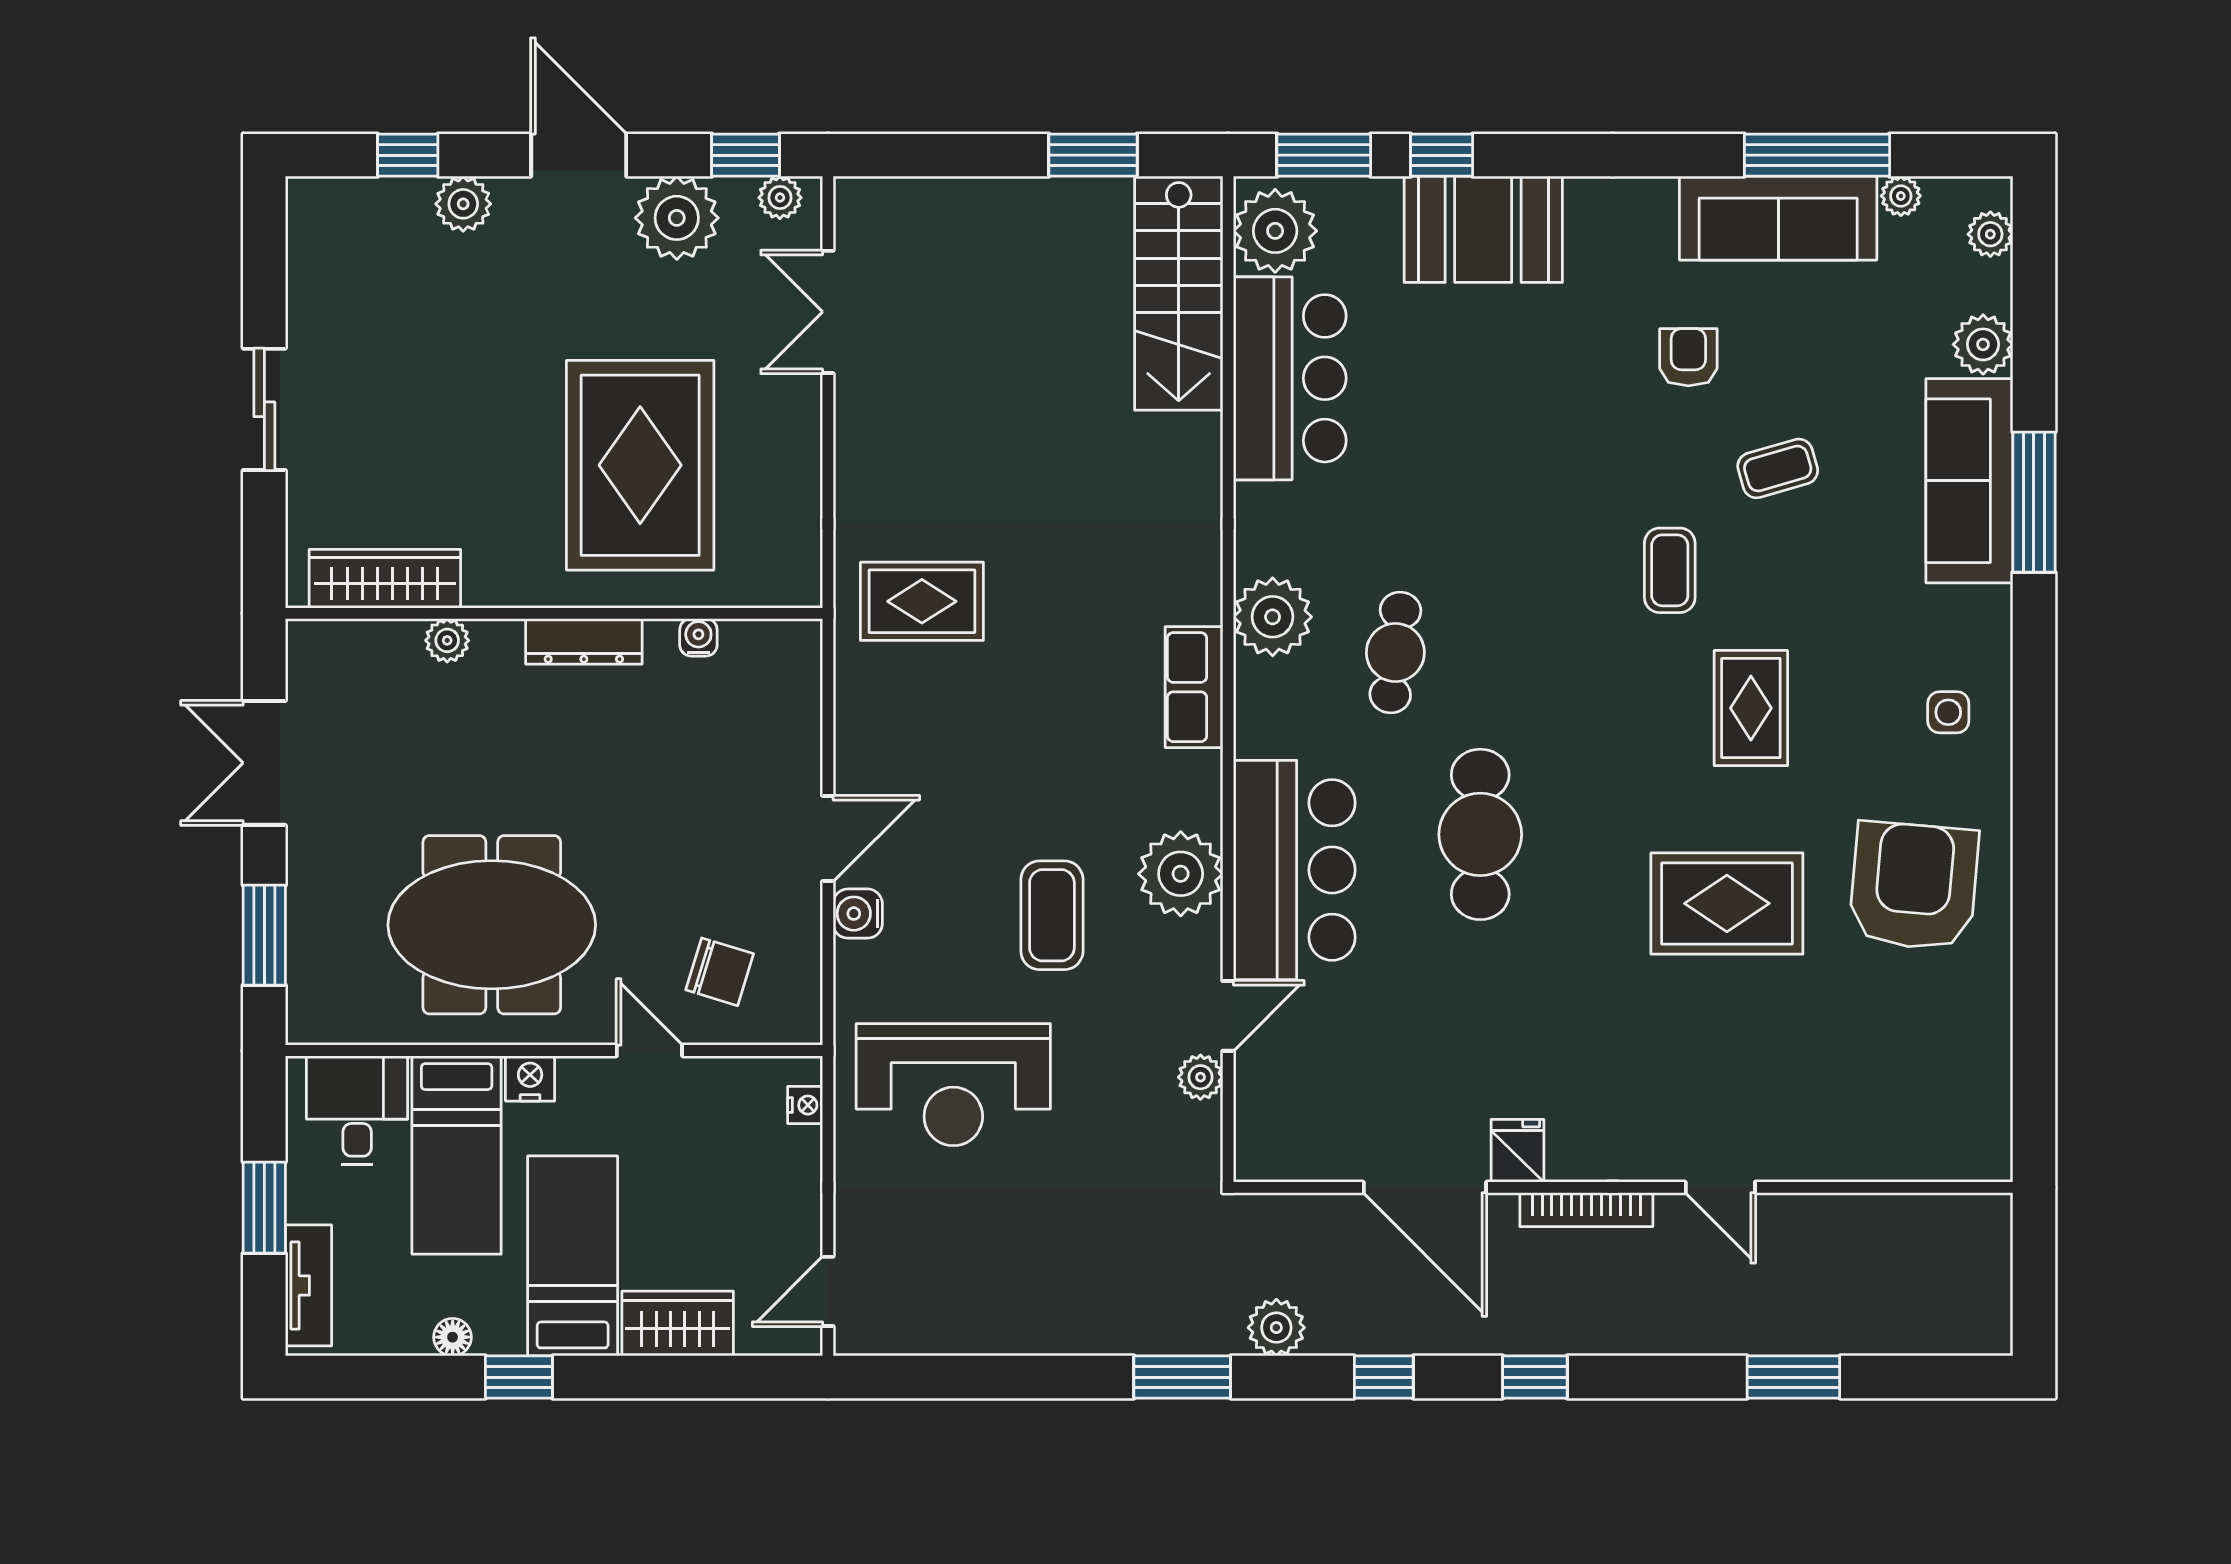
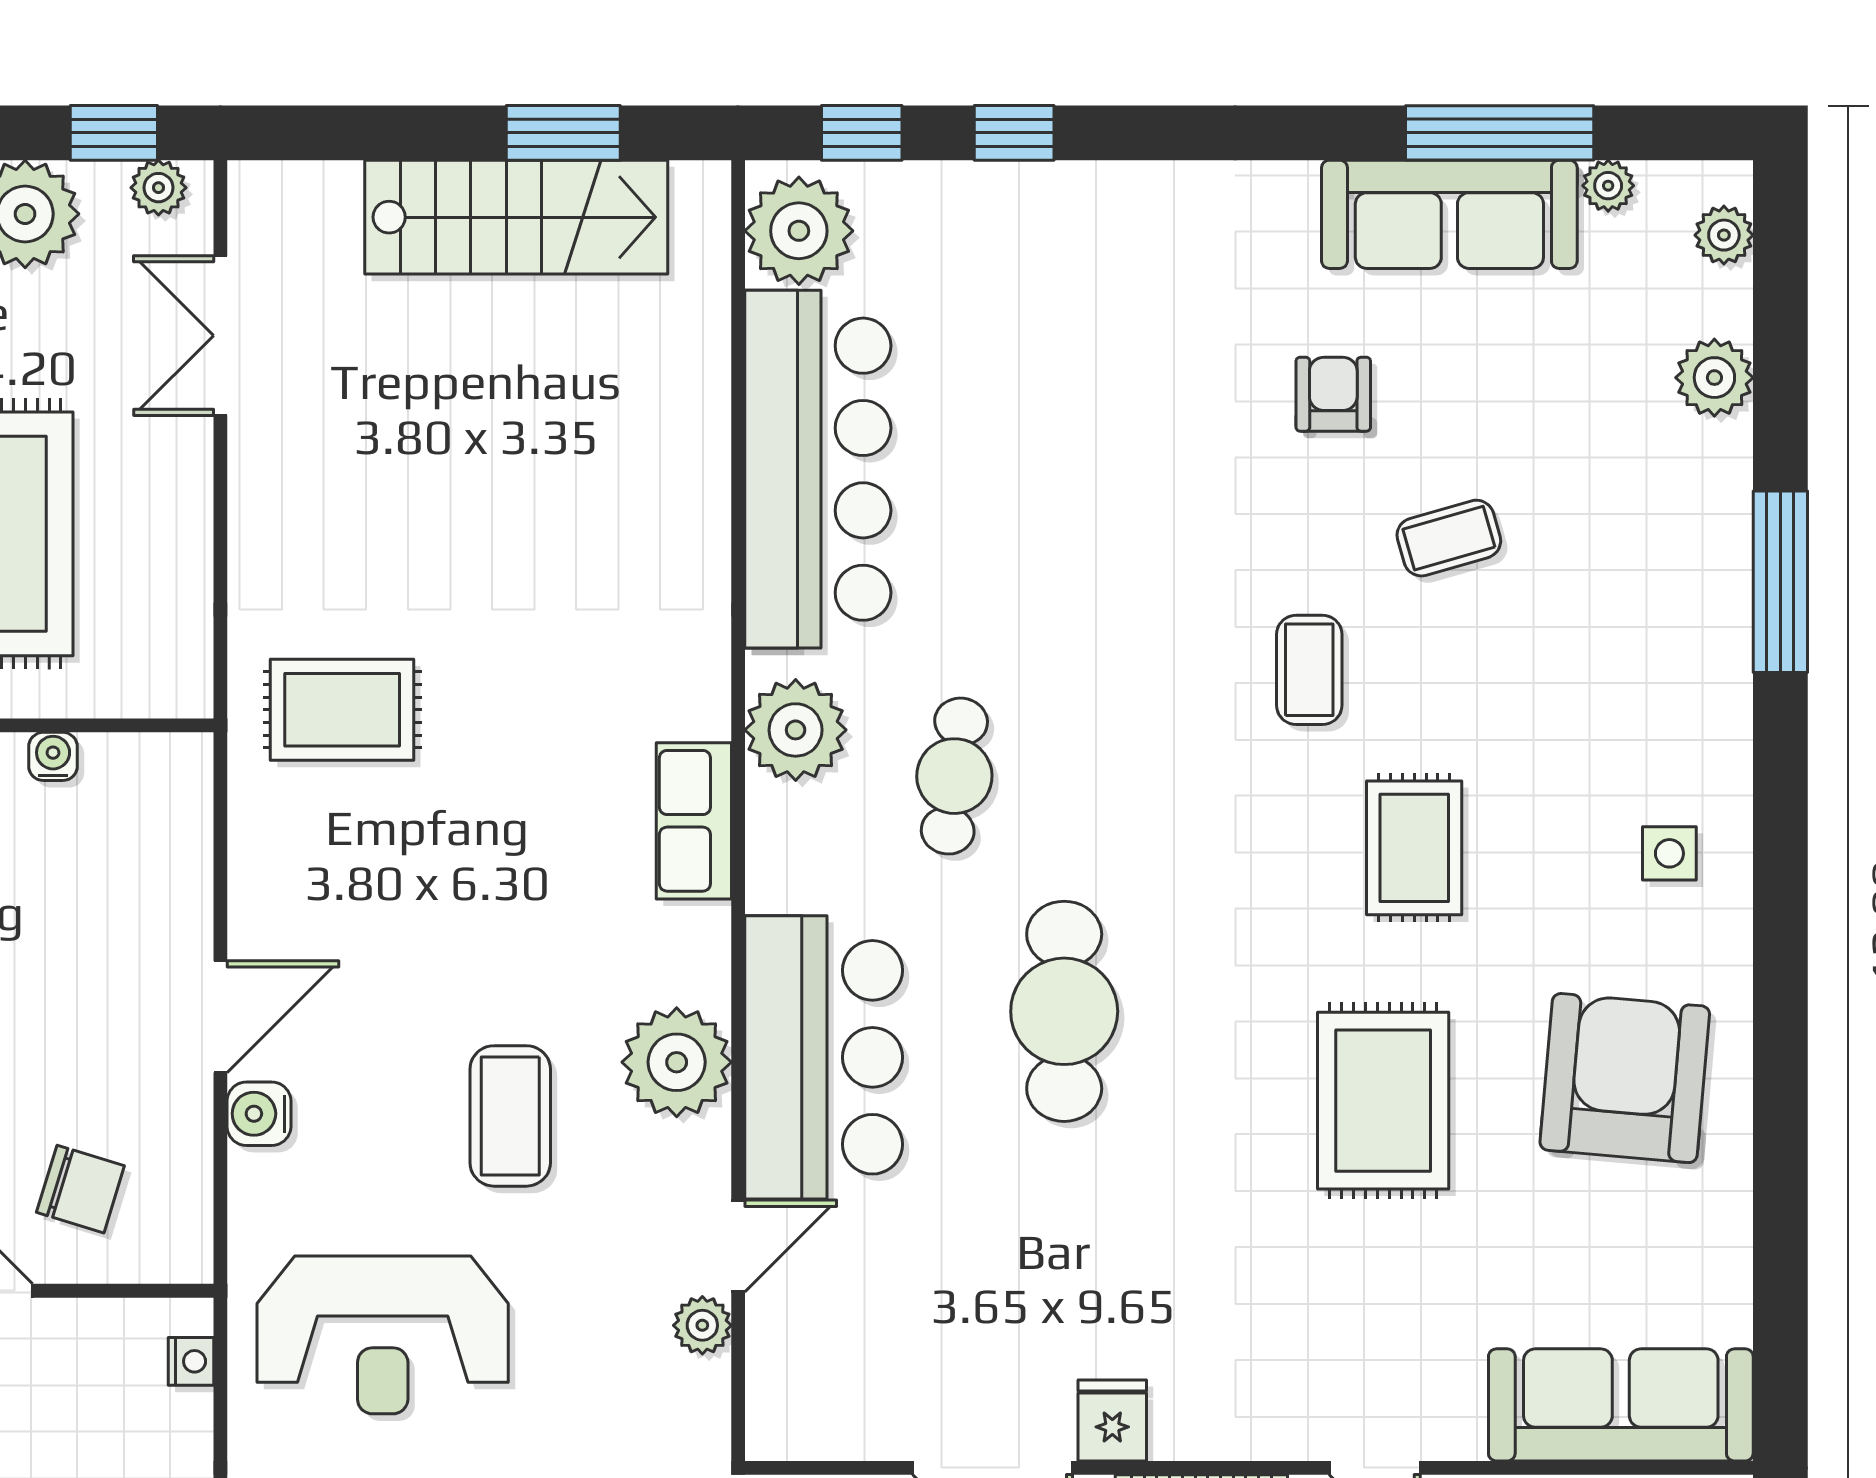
window: (1324, 155) -> (862, 133), width x0.67
booth: (1483, 229) -> (1068, 229), removed
stairs: (1179, 293) -> (516, 217), moved, turned -90
bar counter: (1290, 378) -> (818, 469), width x1.36
sofa: (1969, 481) -> (1621, 1405), moved, turned 90
rug: (1727, 903) -> (1383, 1101), turned 90

